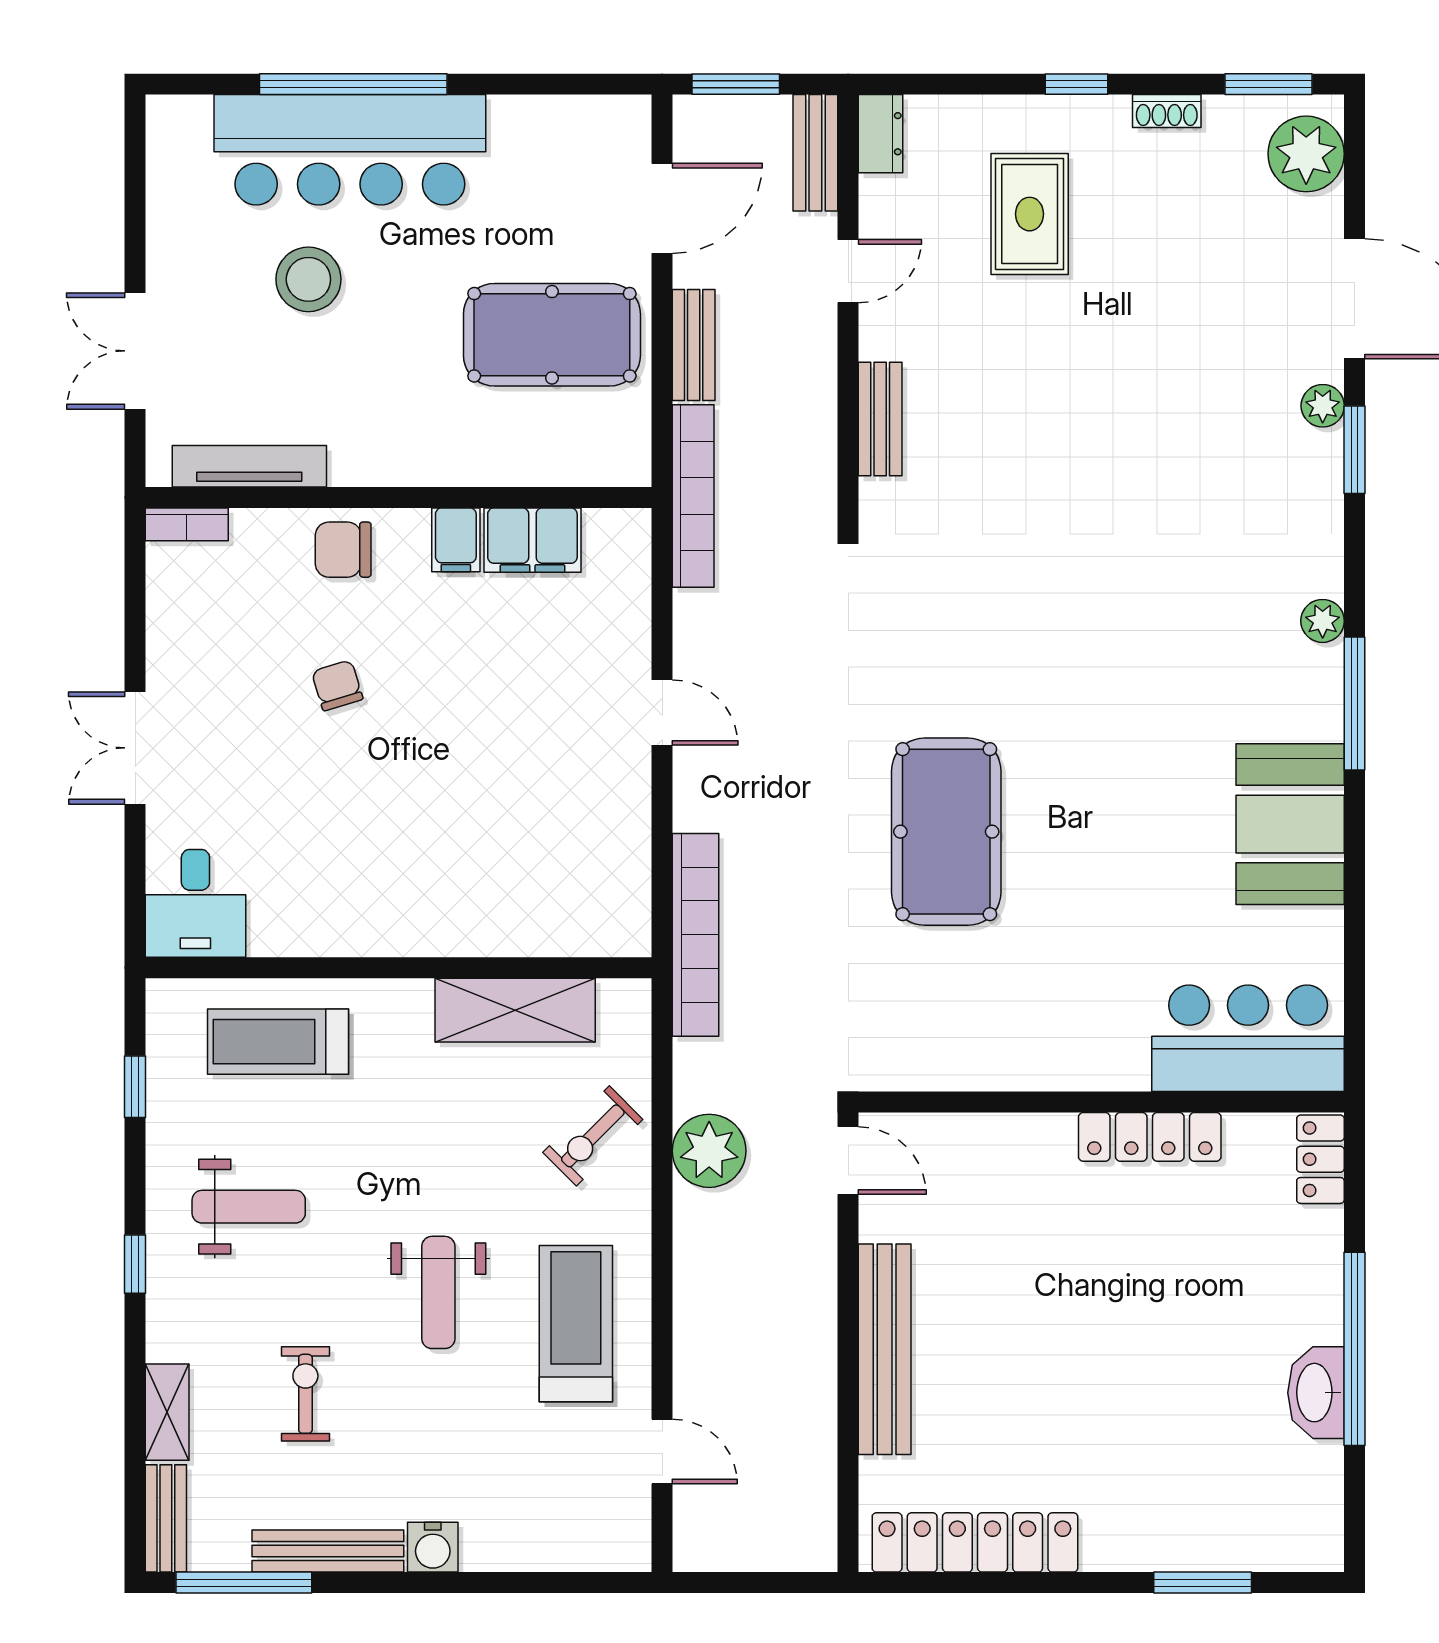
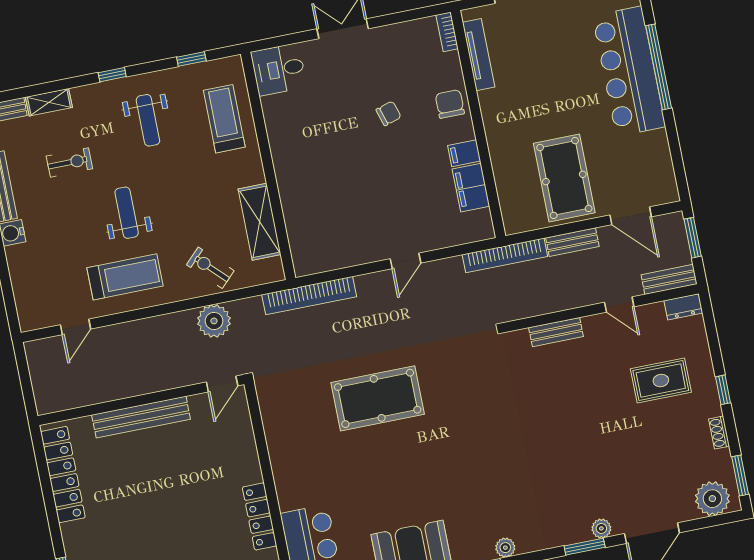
stool: (308, 279) -> (567, 64), removed
weight bench: (438, 1292) -> (127, 213), turned 90

